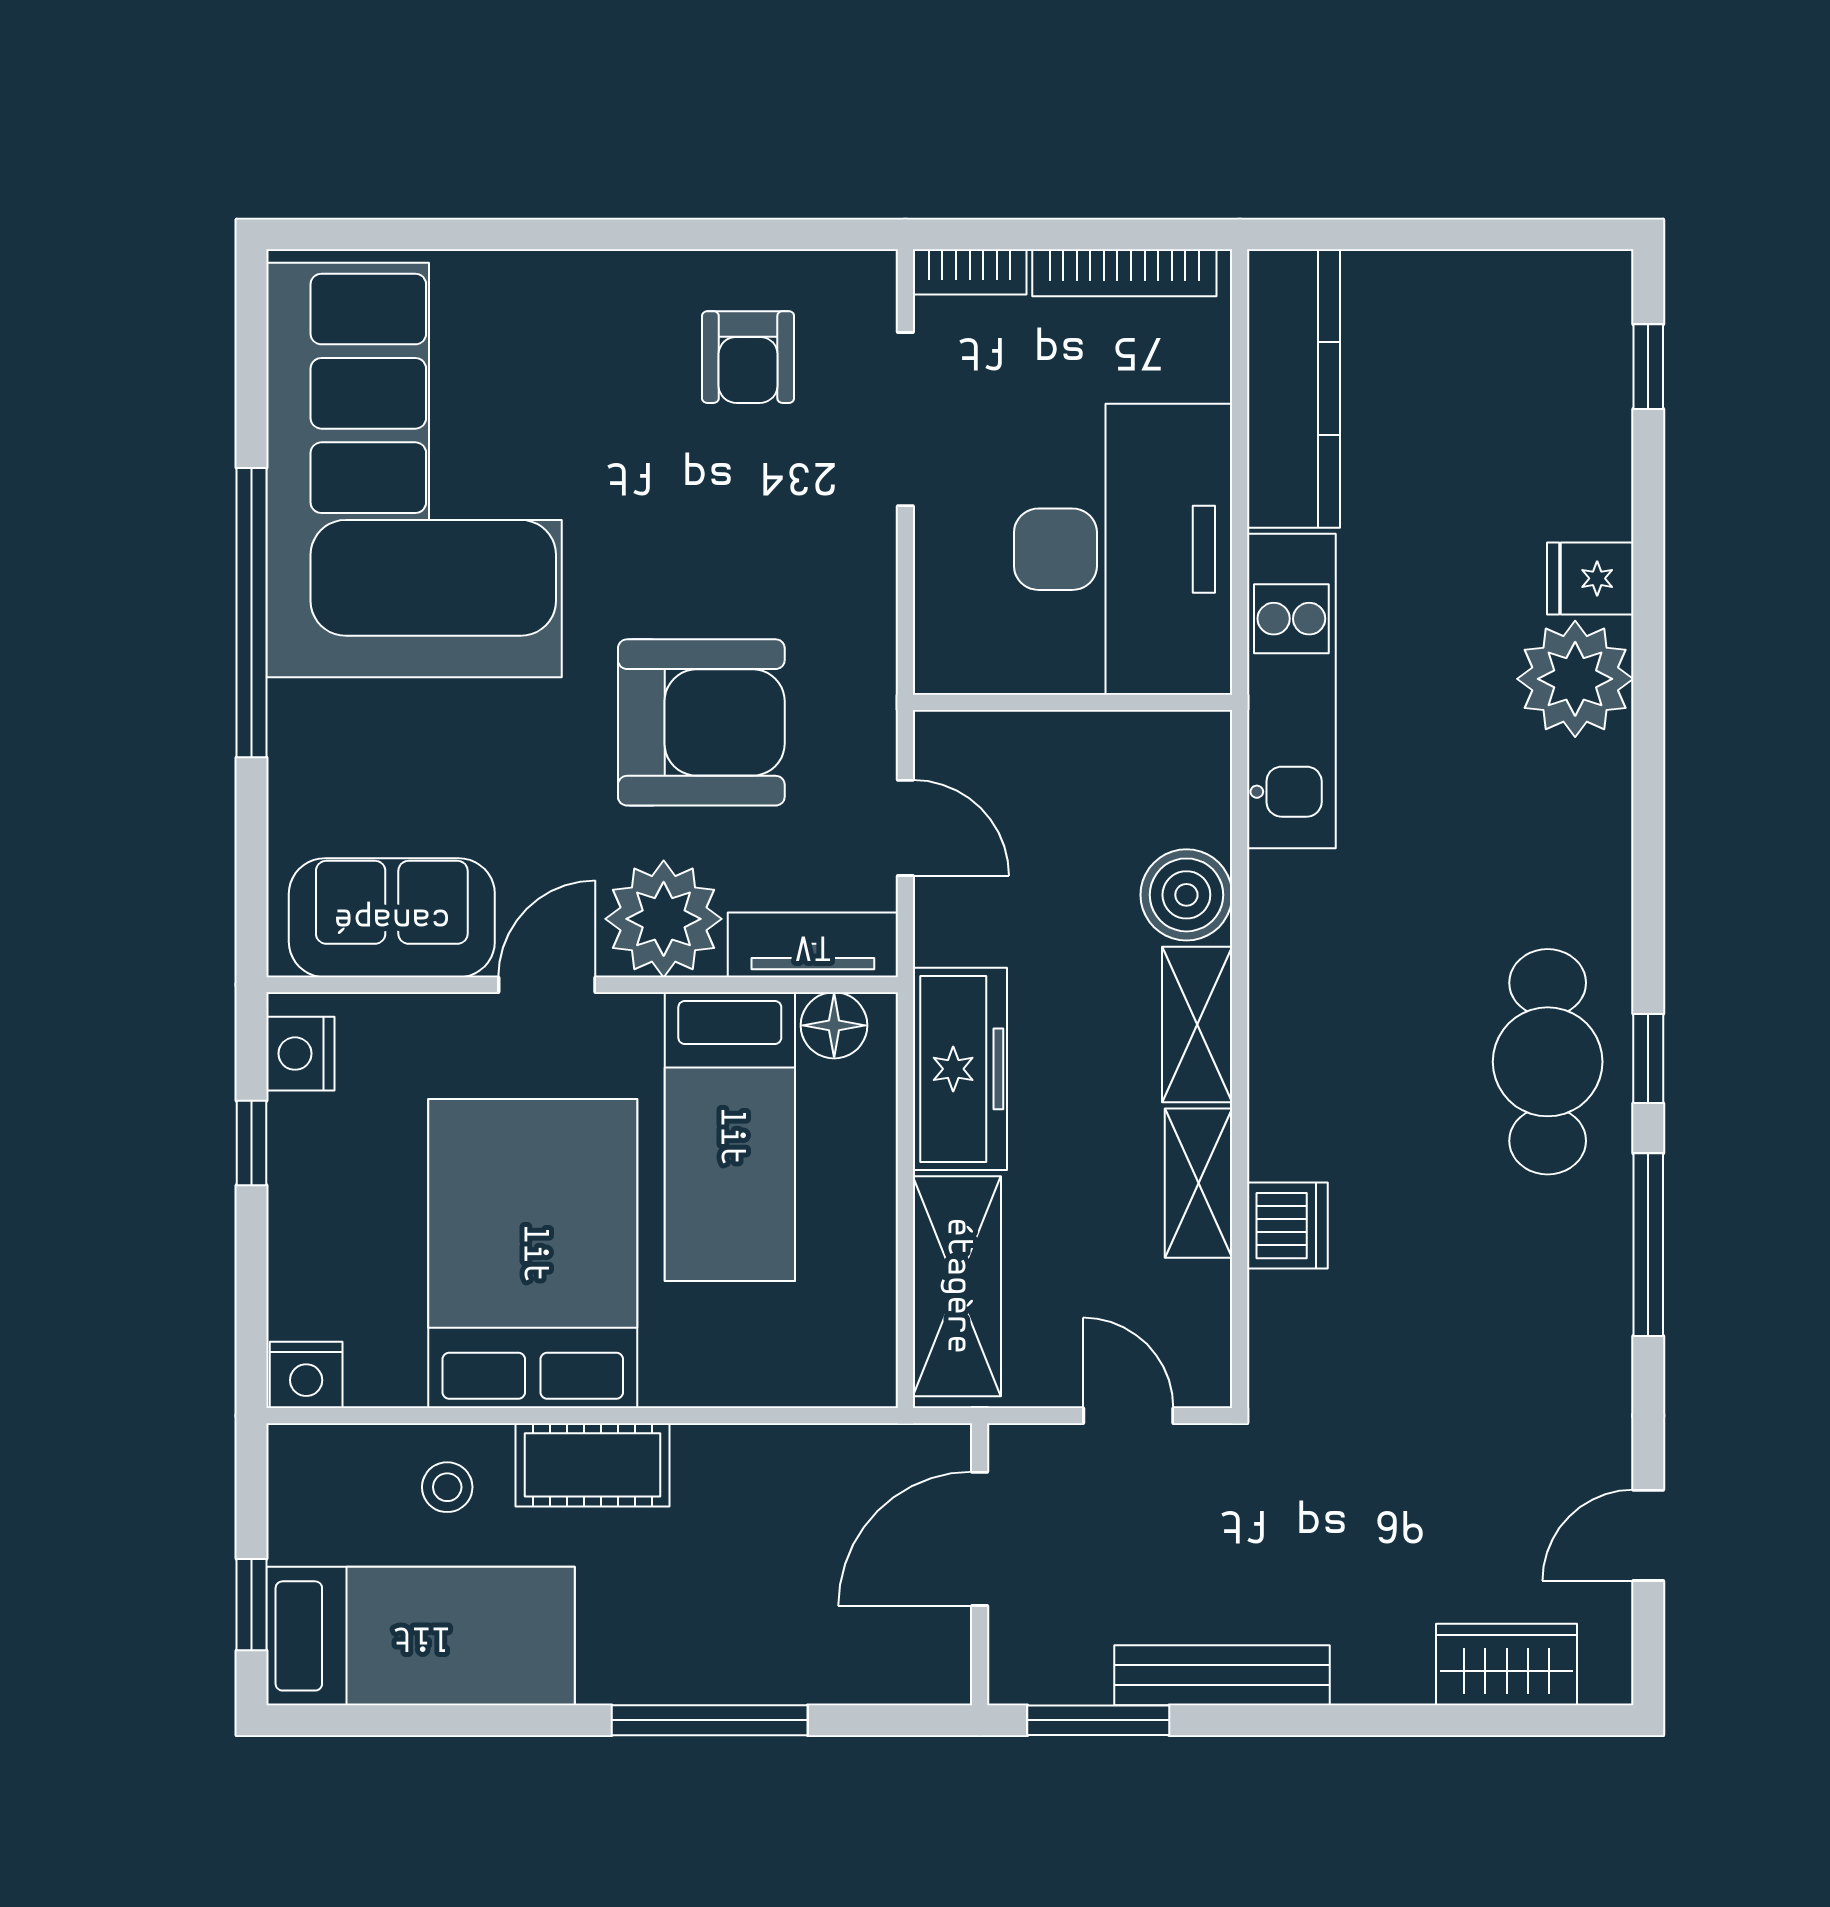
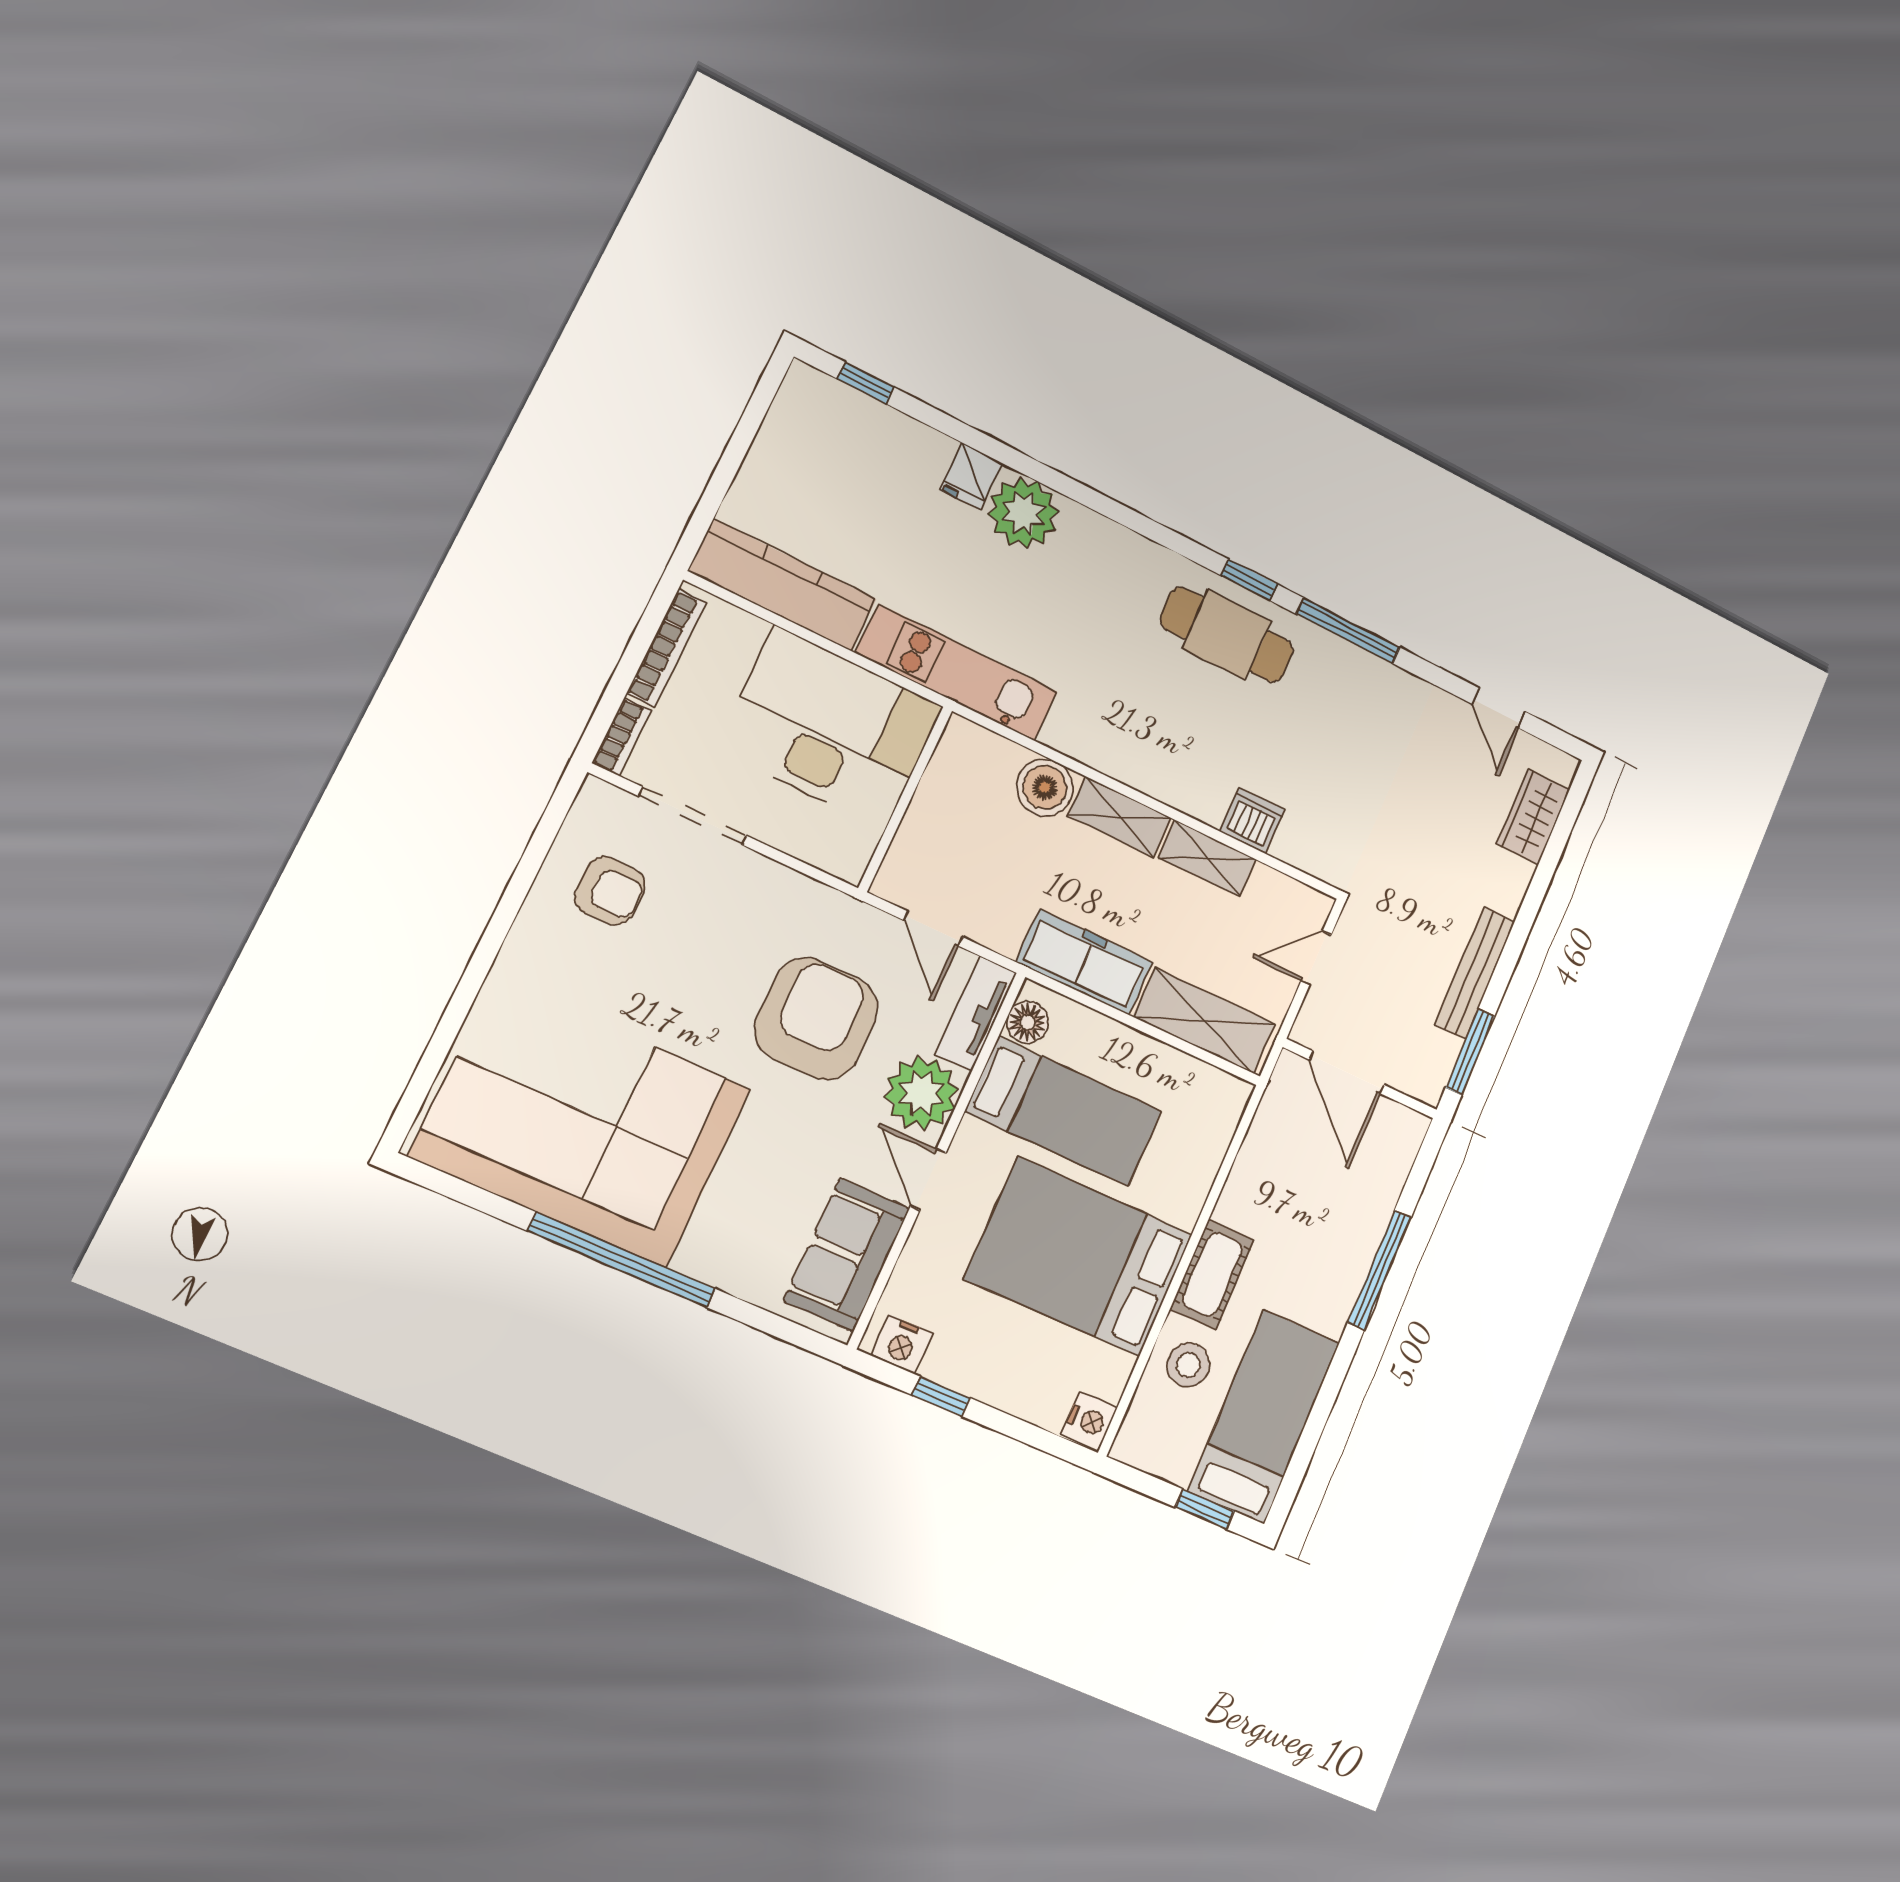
door: (905, 828) -> (933, 929), swing flipped
stool: (447, 1487) -> (1188, 1365), width x1.37, depth x1.37

